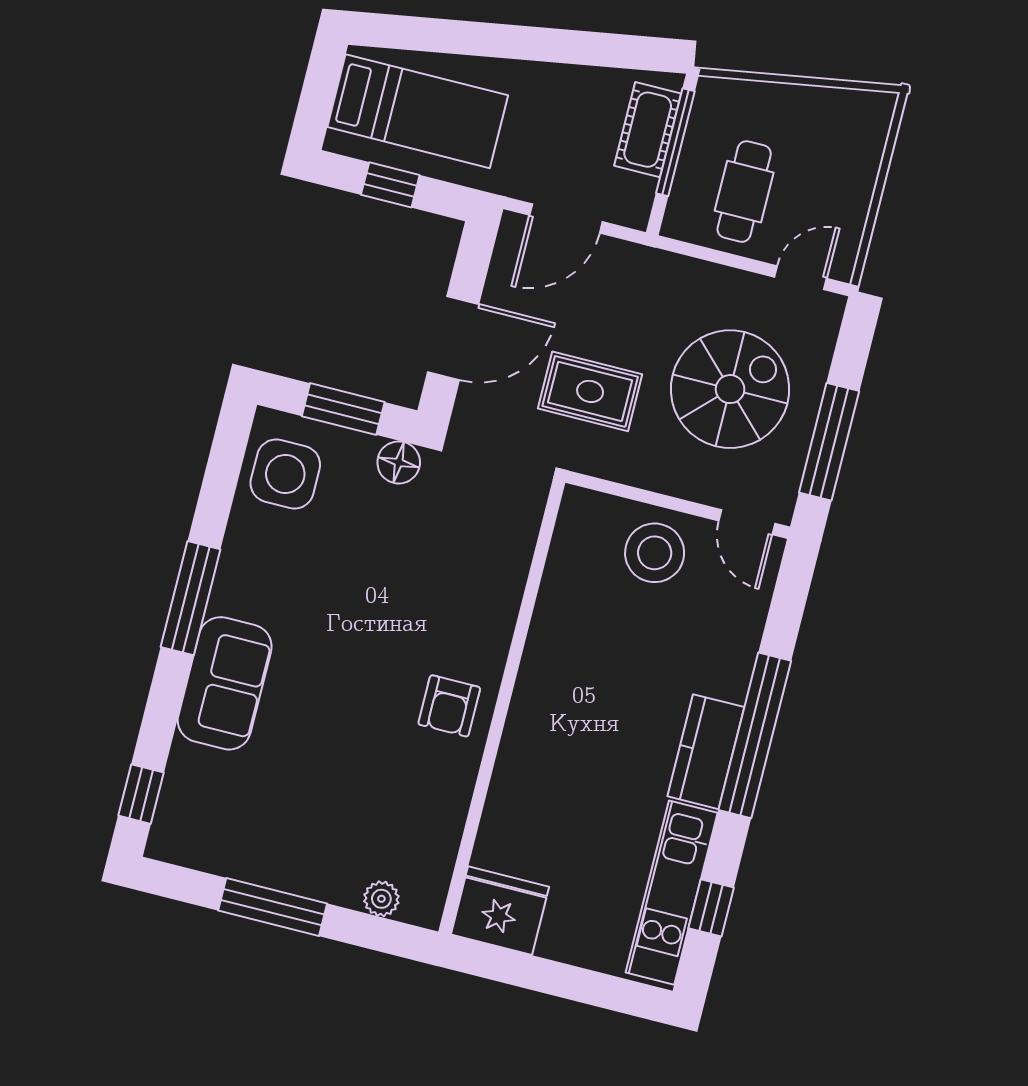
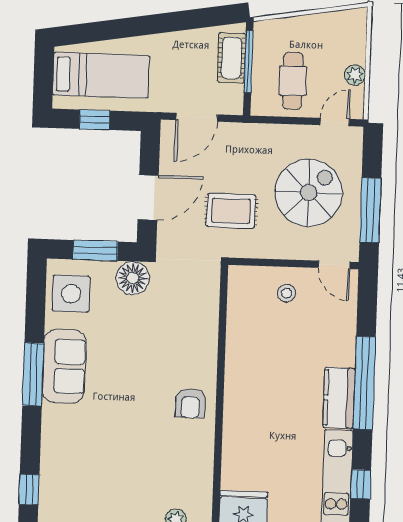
plant: (853, 205) -> (355, 75), added
floor lamp: (399, 462) -> (133, 278), width x1.38, depth x1.38
stool: (655, 553) -> (286, 293), width x0.53, depth x0.53
sofa: (225, 683) -> (64, 366), moved

